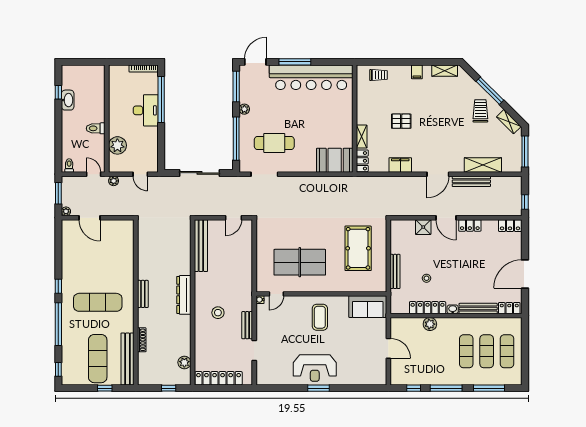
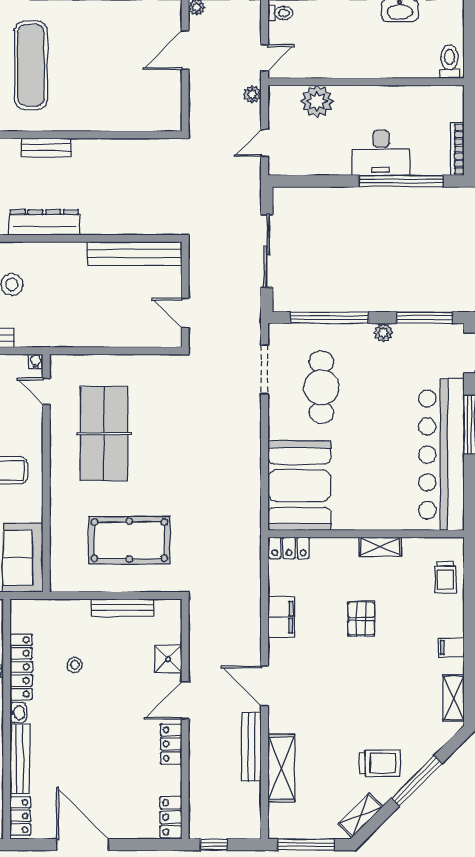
toilet: (96, 128) -> (449, 62), moved
shelving: (362, 137) -> (380, 547), moved
booth: (335, 160) -> (299, 486), width x1.36, depth x1.42
bench: (395, 271) -> (122, 608), moved

